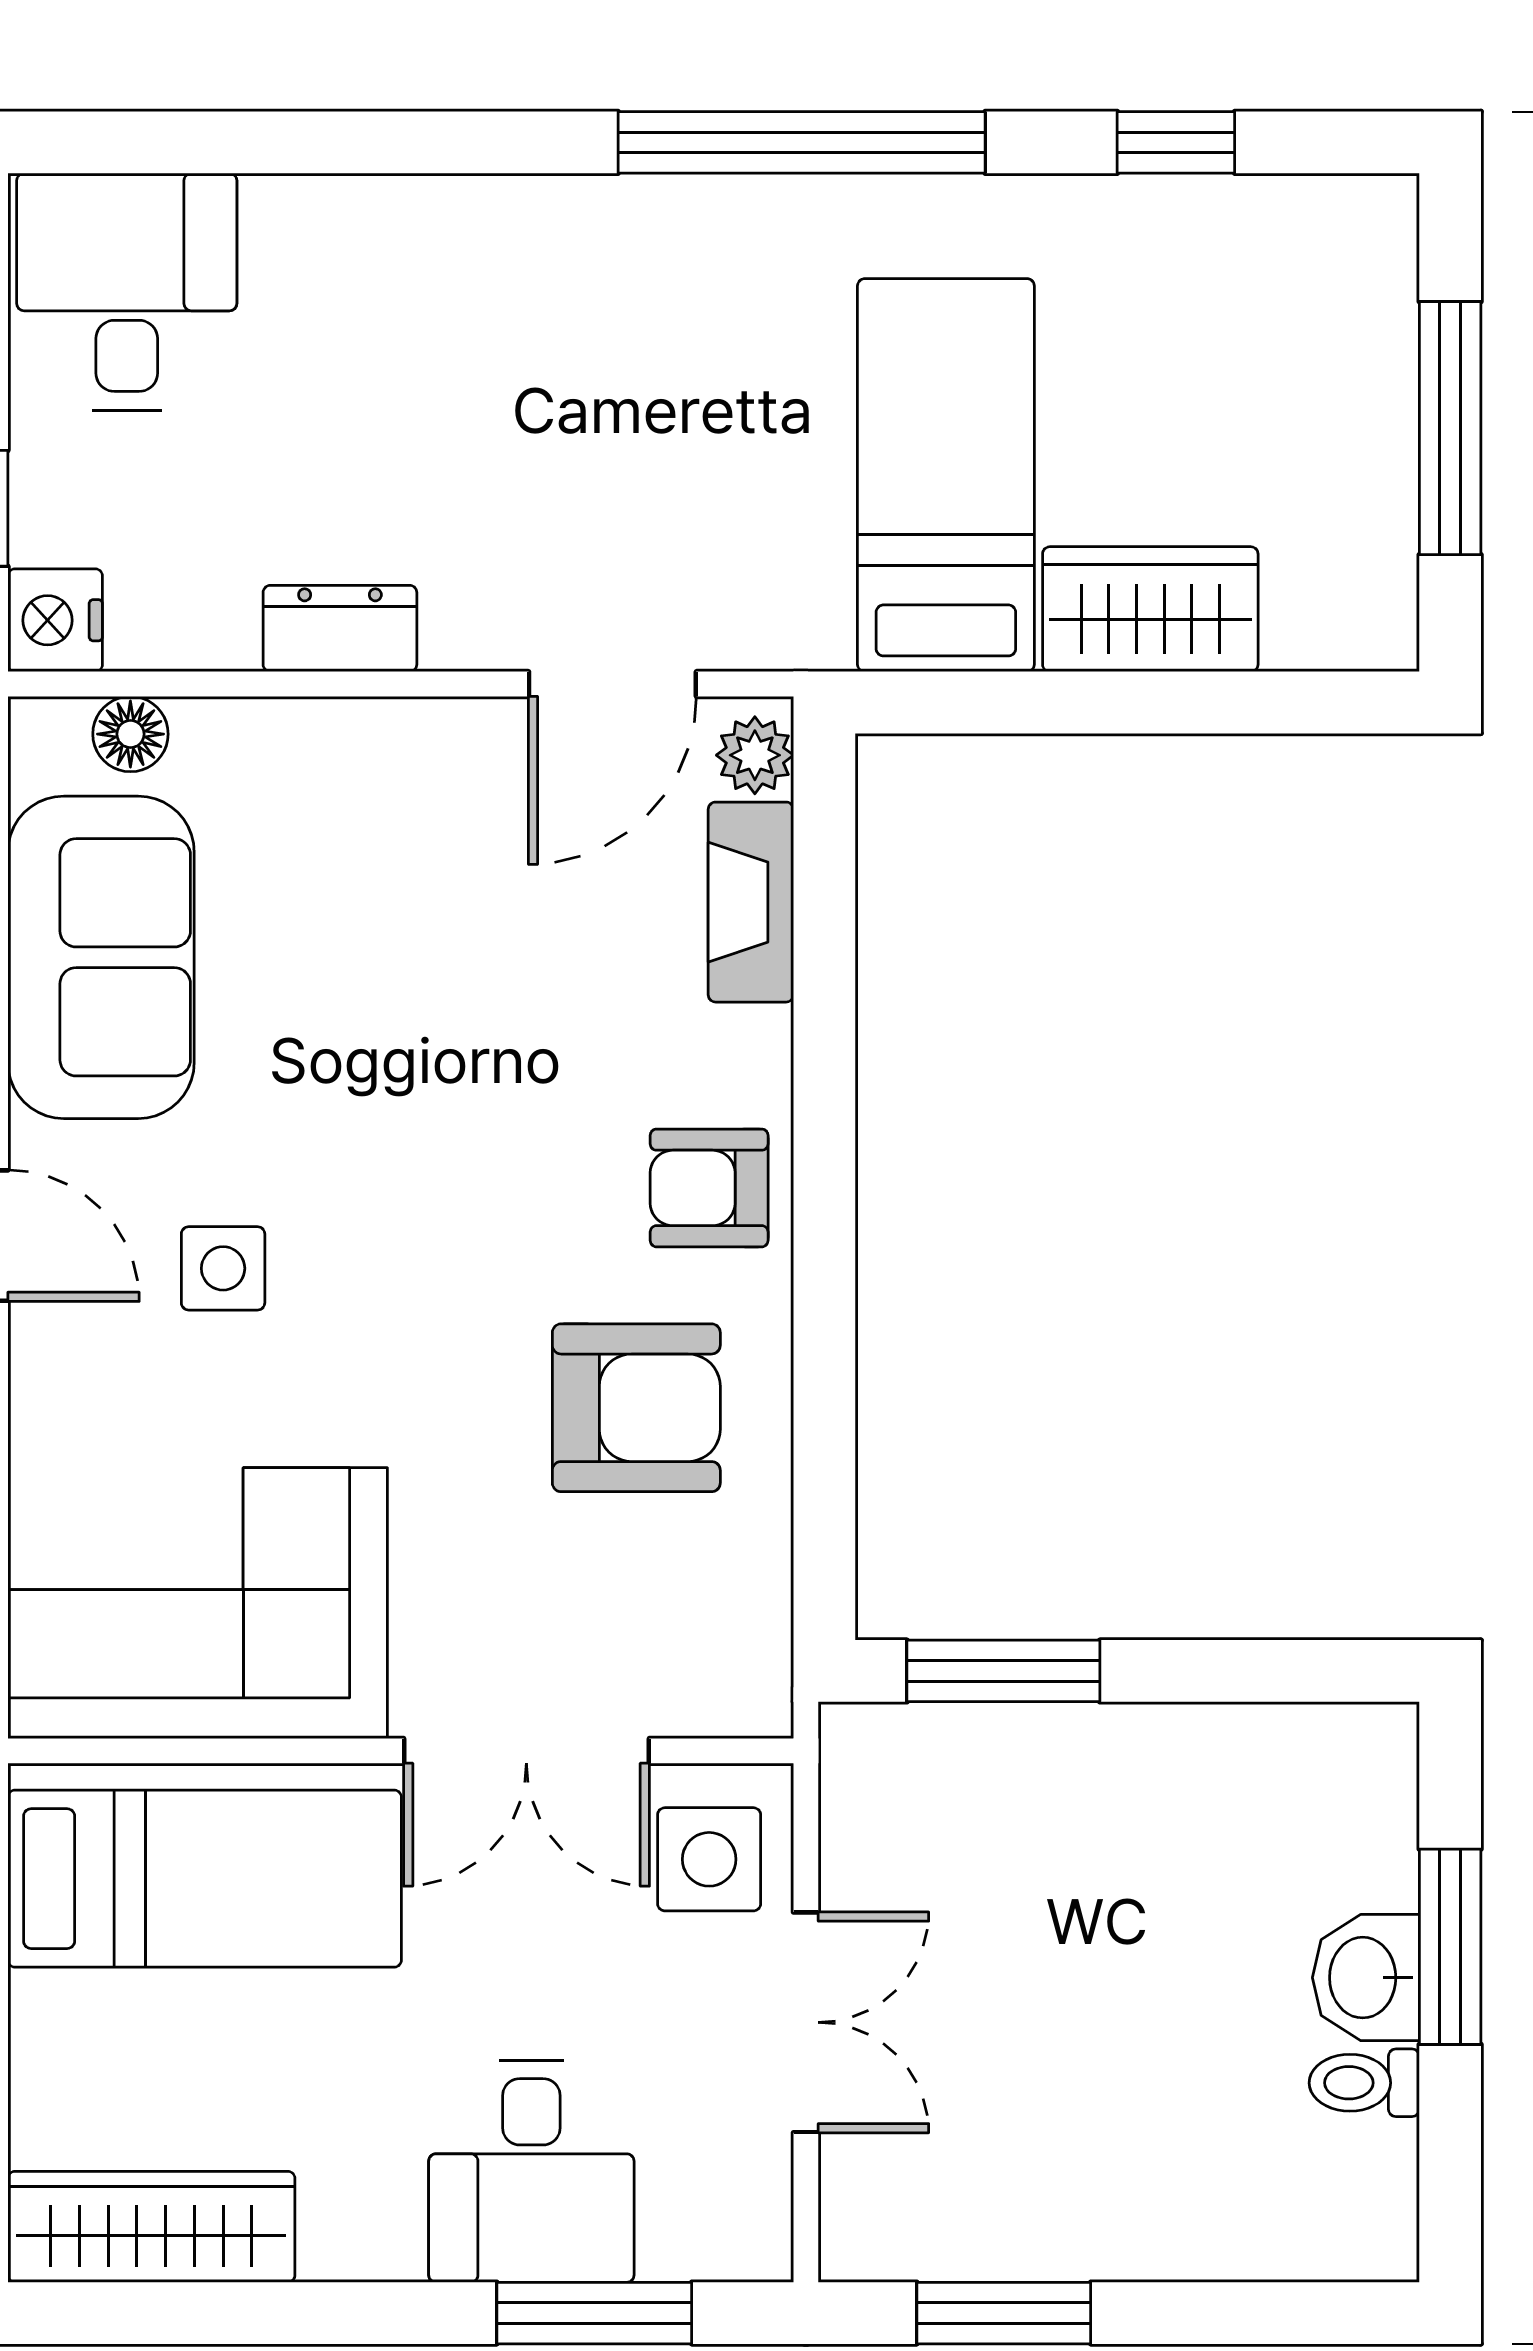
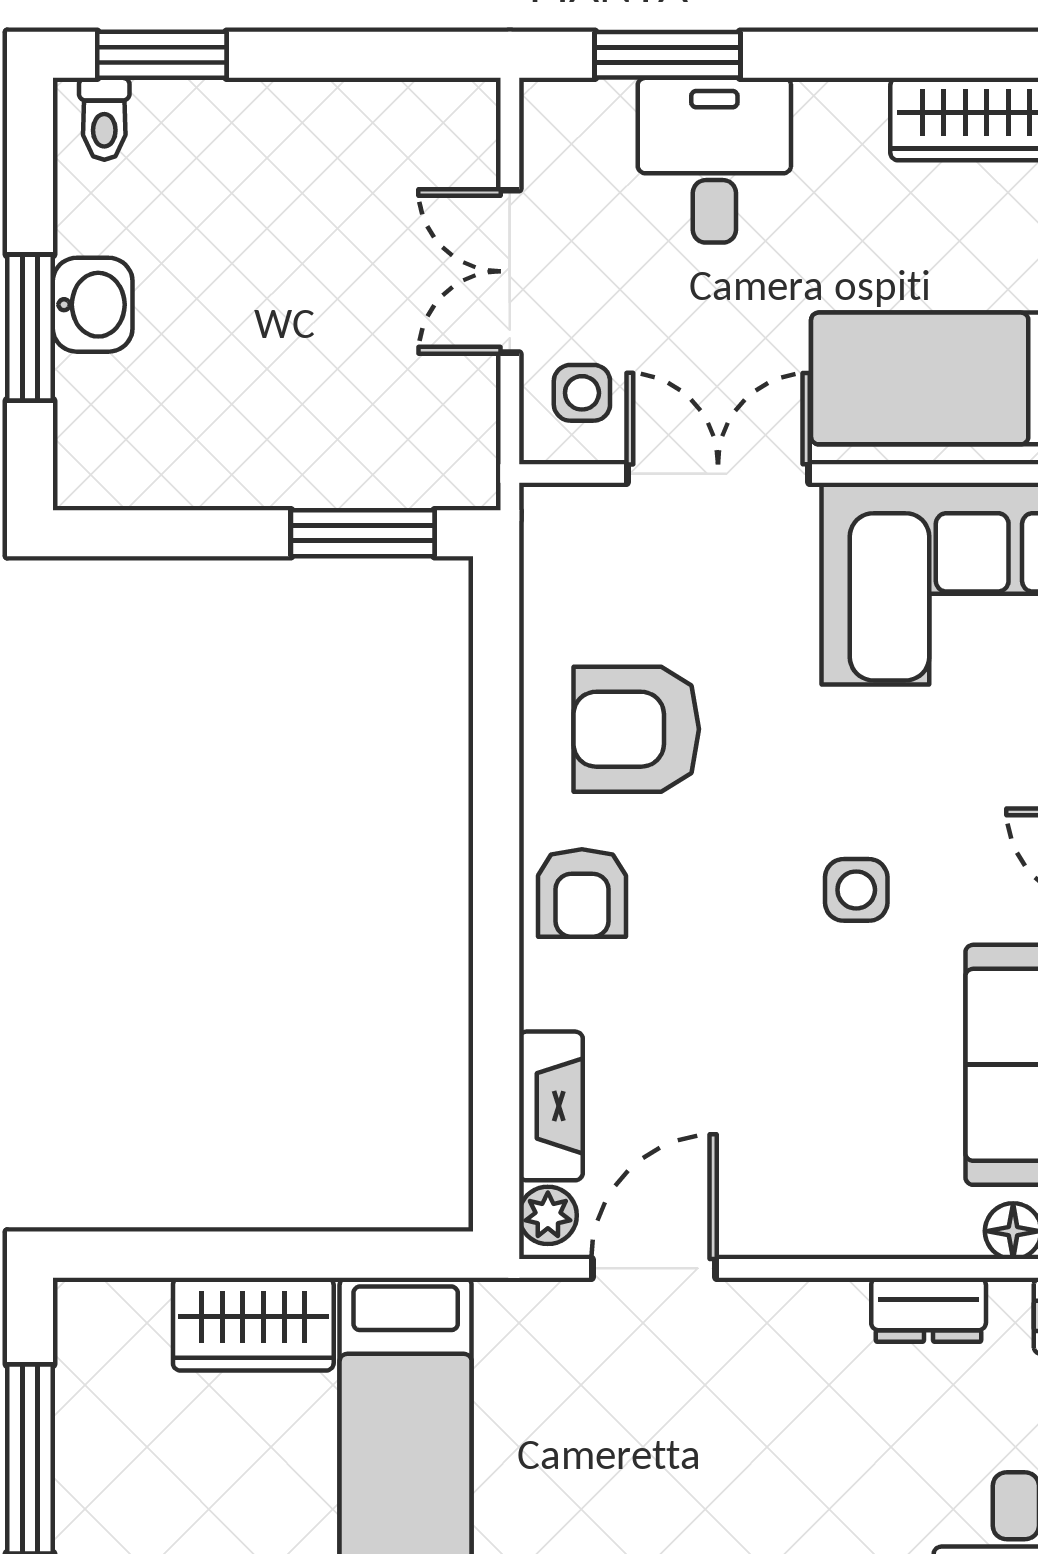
dresser: (340, 628) -> (929, 1310), moved
armchair: (709, 1188) -> (582, 893), turned 90
side table: (223, 1268) -> (856, 890), moved
side table: (709, 1859) -> (582, 393), width x0.73, depth x0.73
toilet: (1364, 2083) -> (104, 119), moved, turned 90
window: (1004, 2313) -> (162, 55), moved

